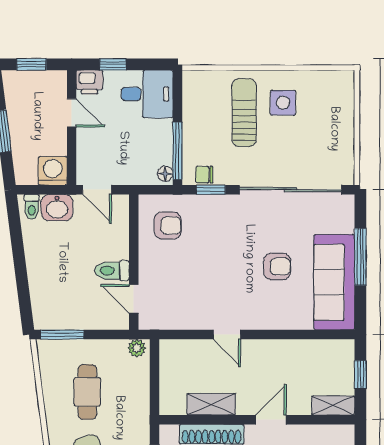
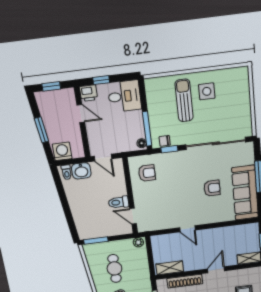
washing machine: (53, 171) -> (62, 151), moved
shelving: (211, 404) -> (170, 268), moved

